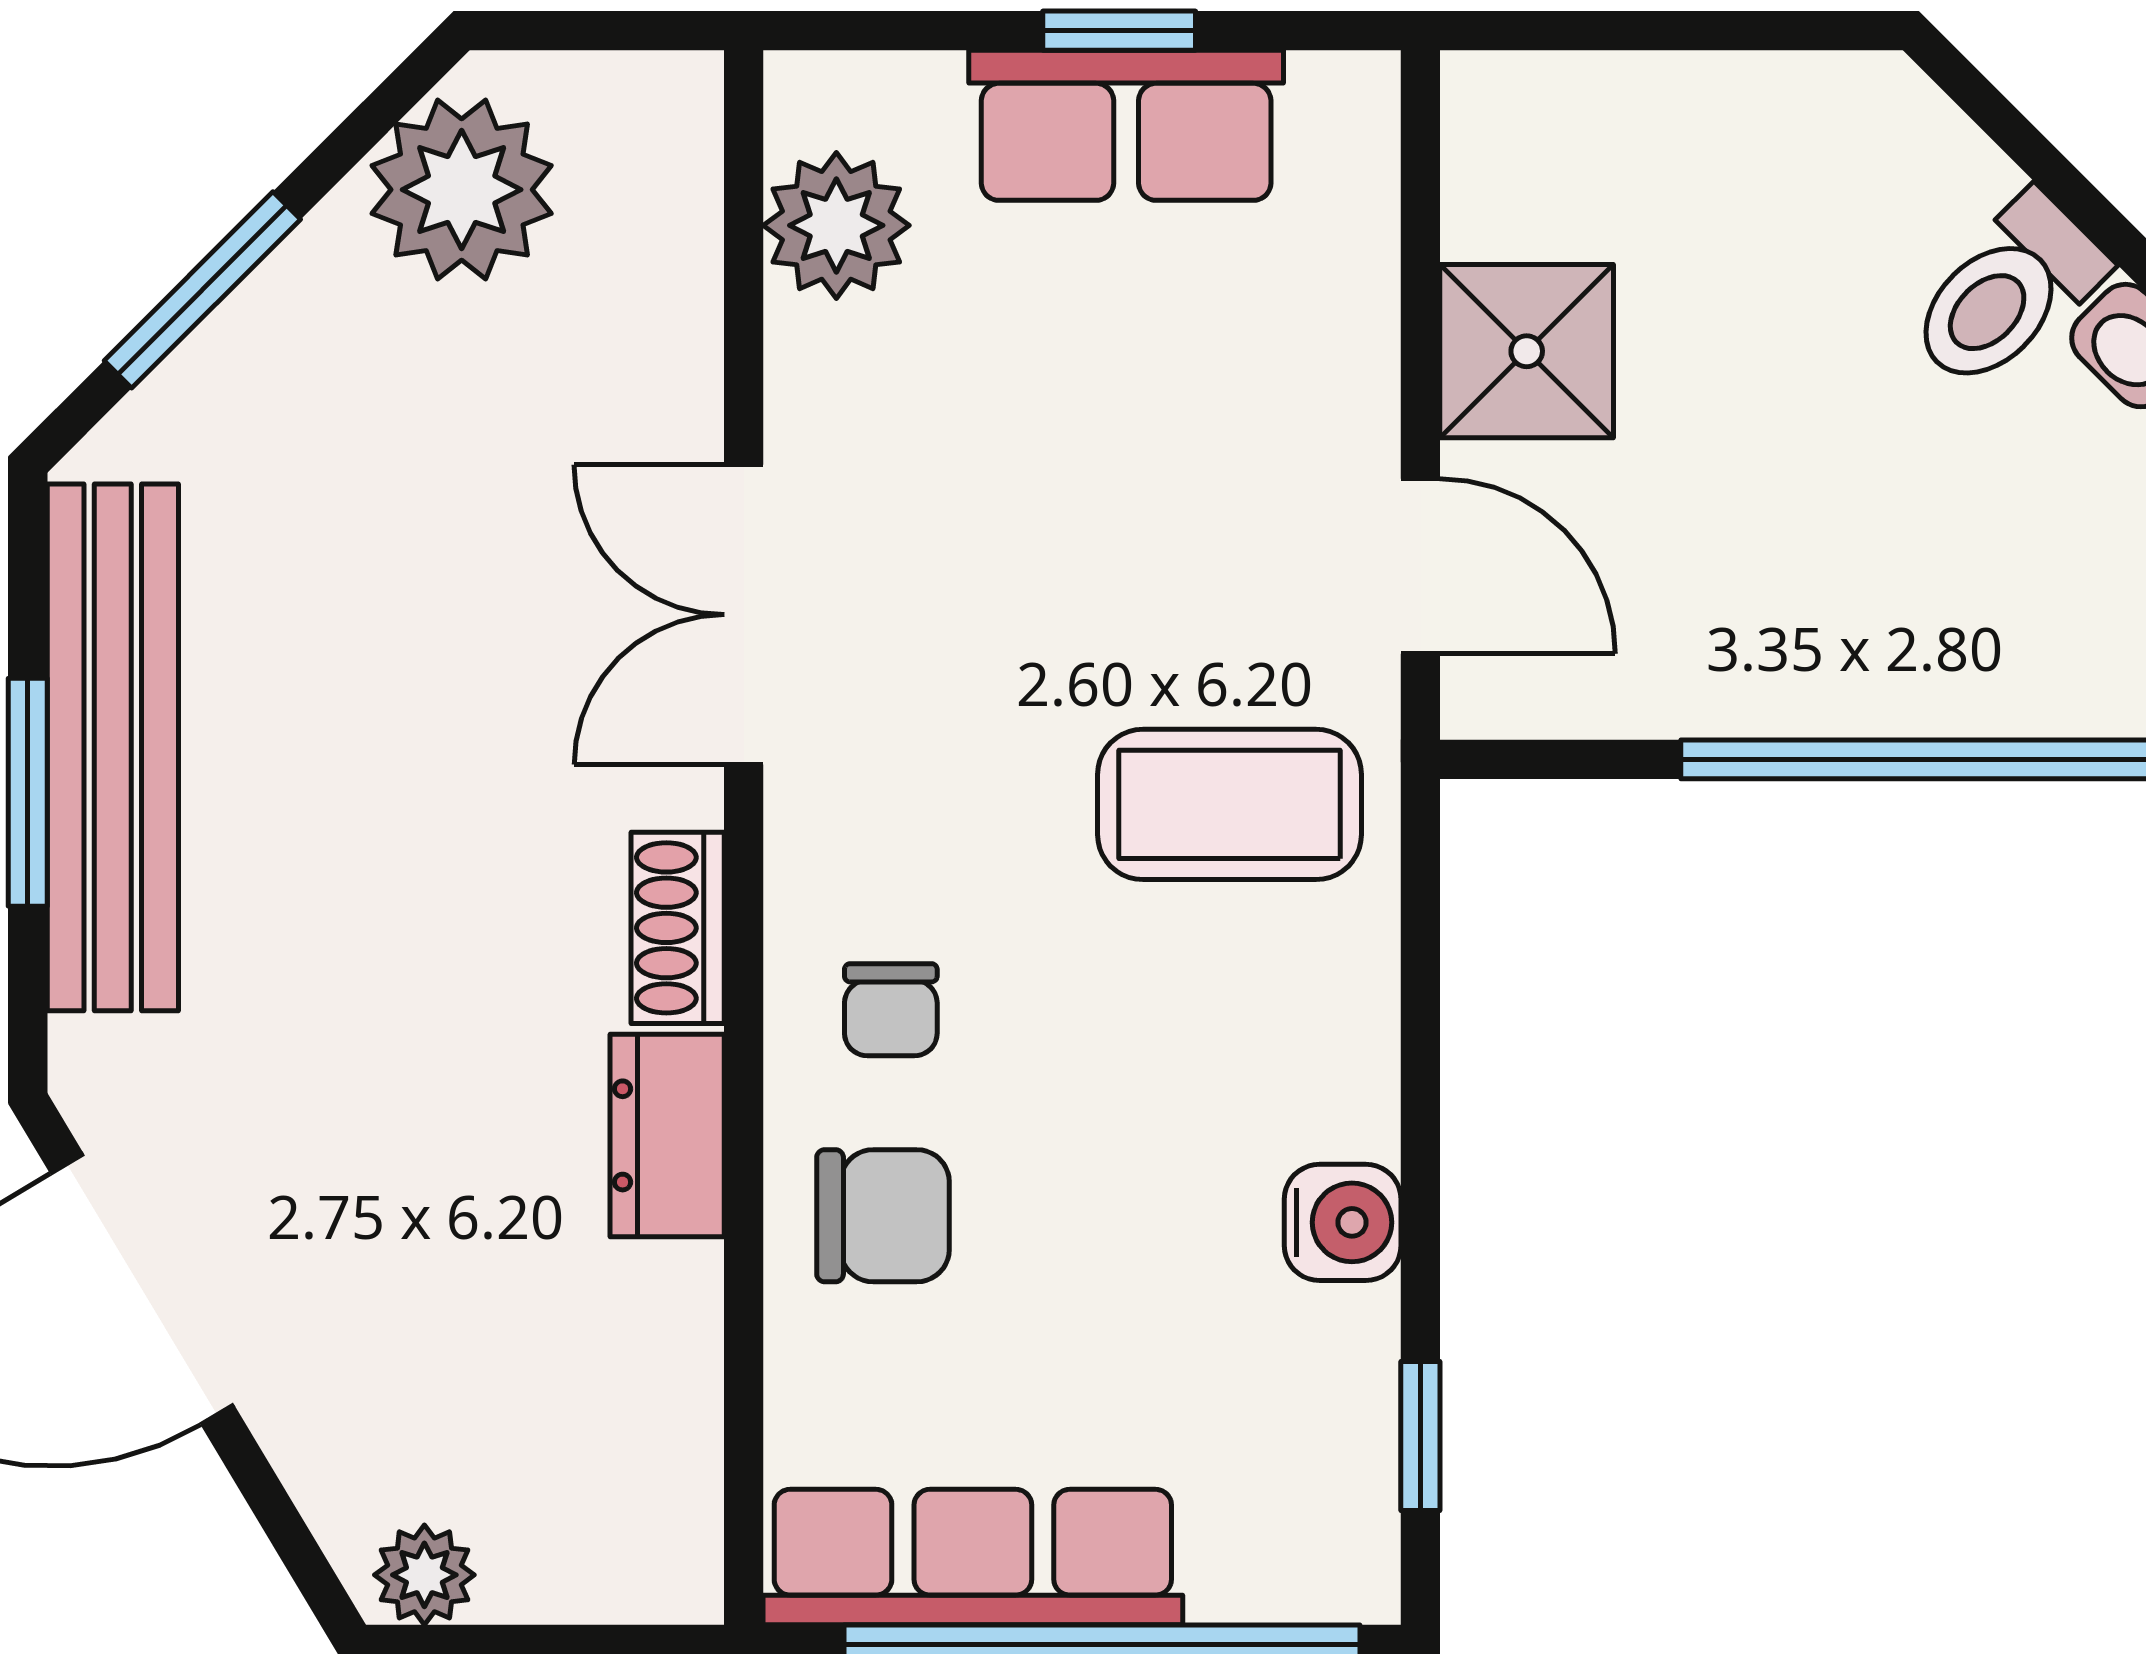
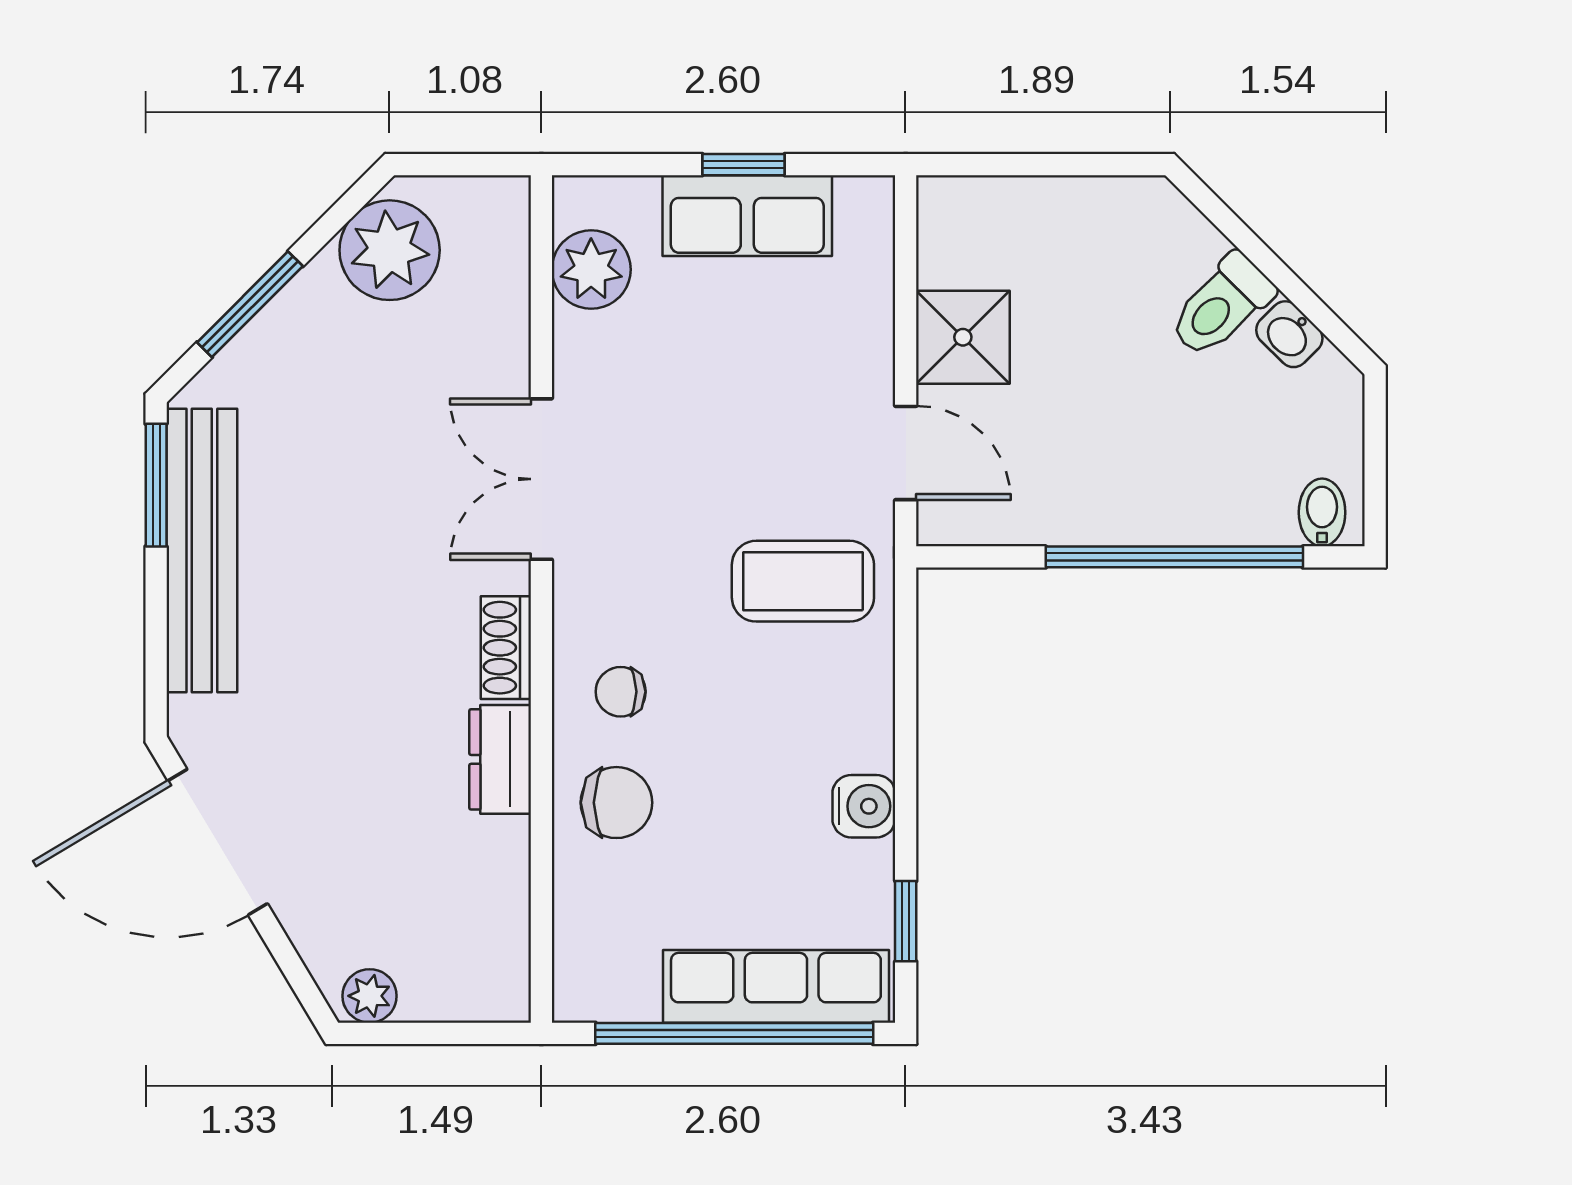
window: (28, 792) -> (156, 485), moved
chair: (891, 1010) -> (621, 692), turned 90
row of seats: (973, 1557) -> (776, 986), moved

